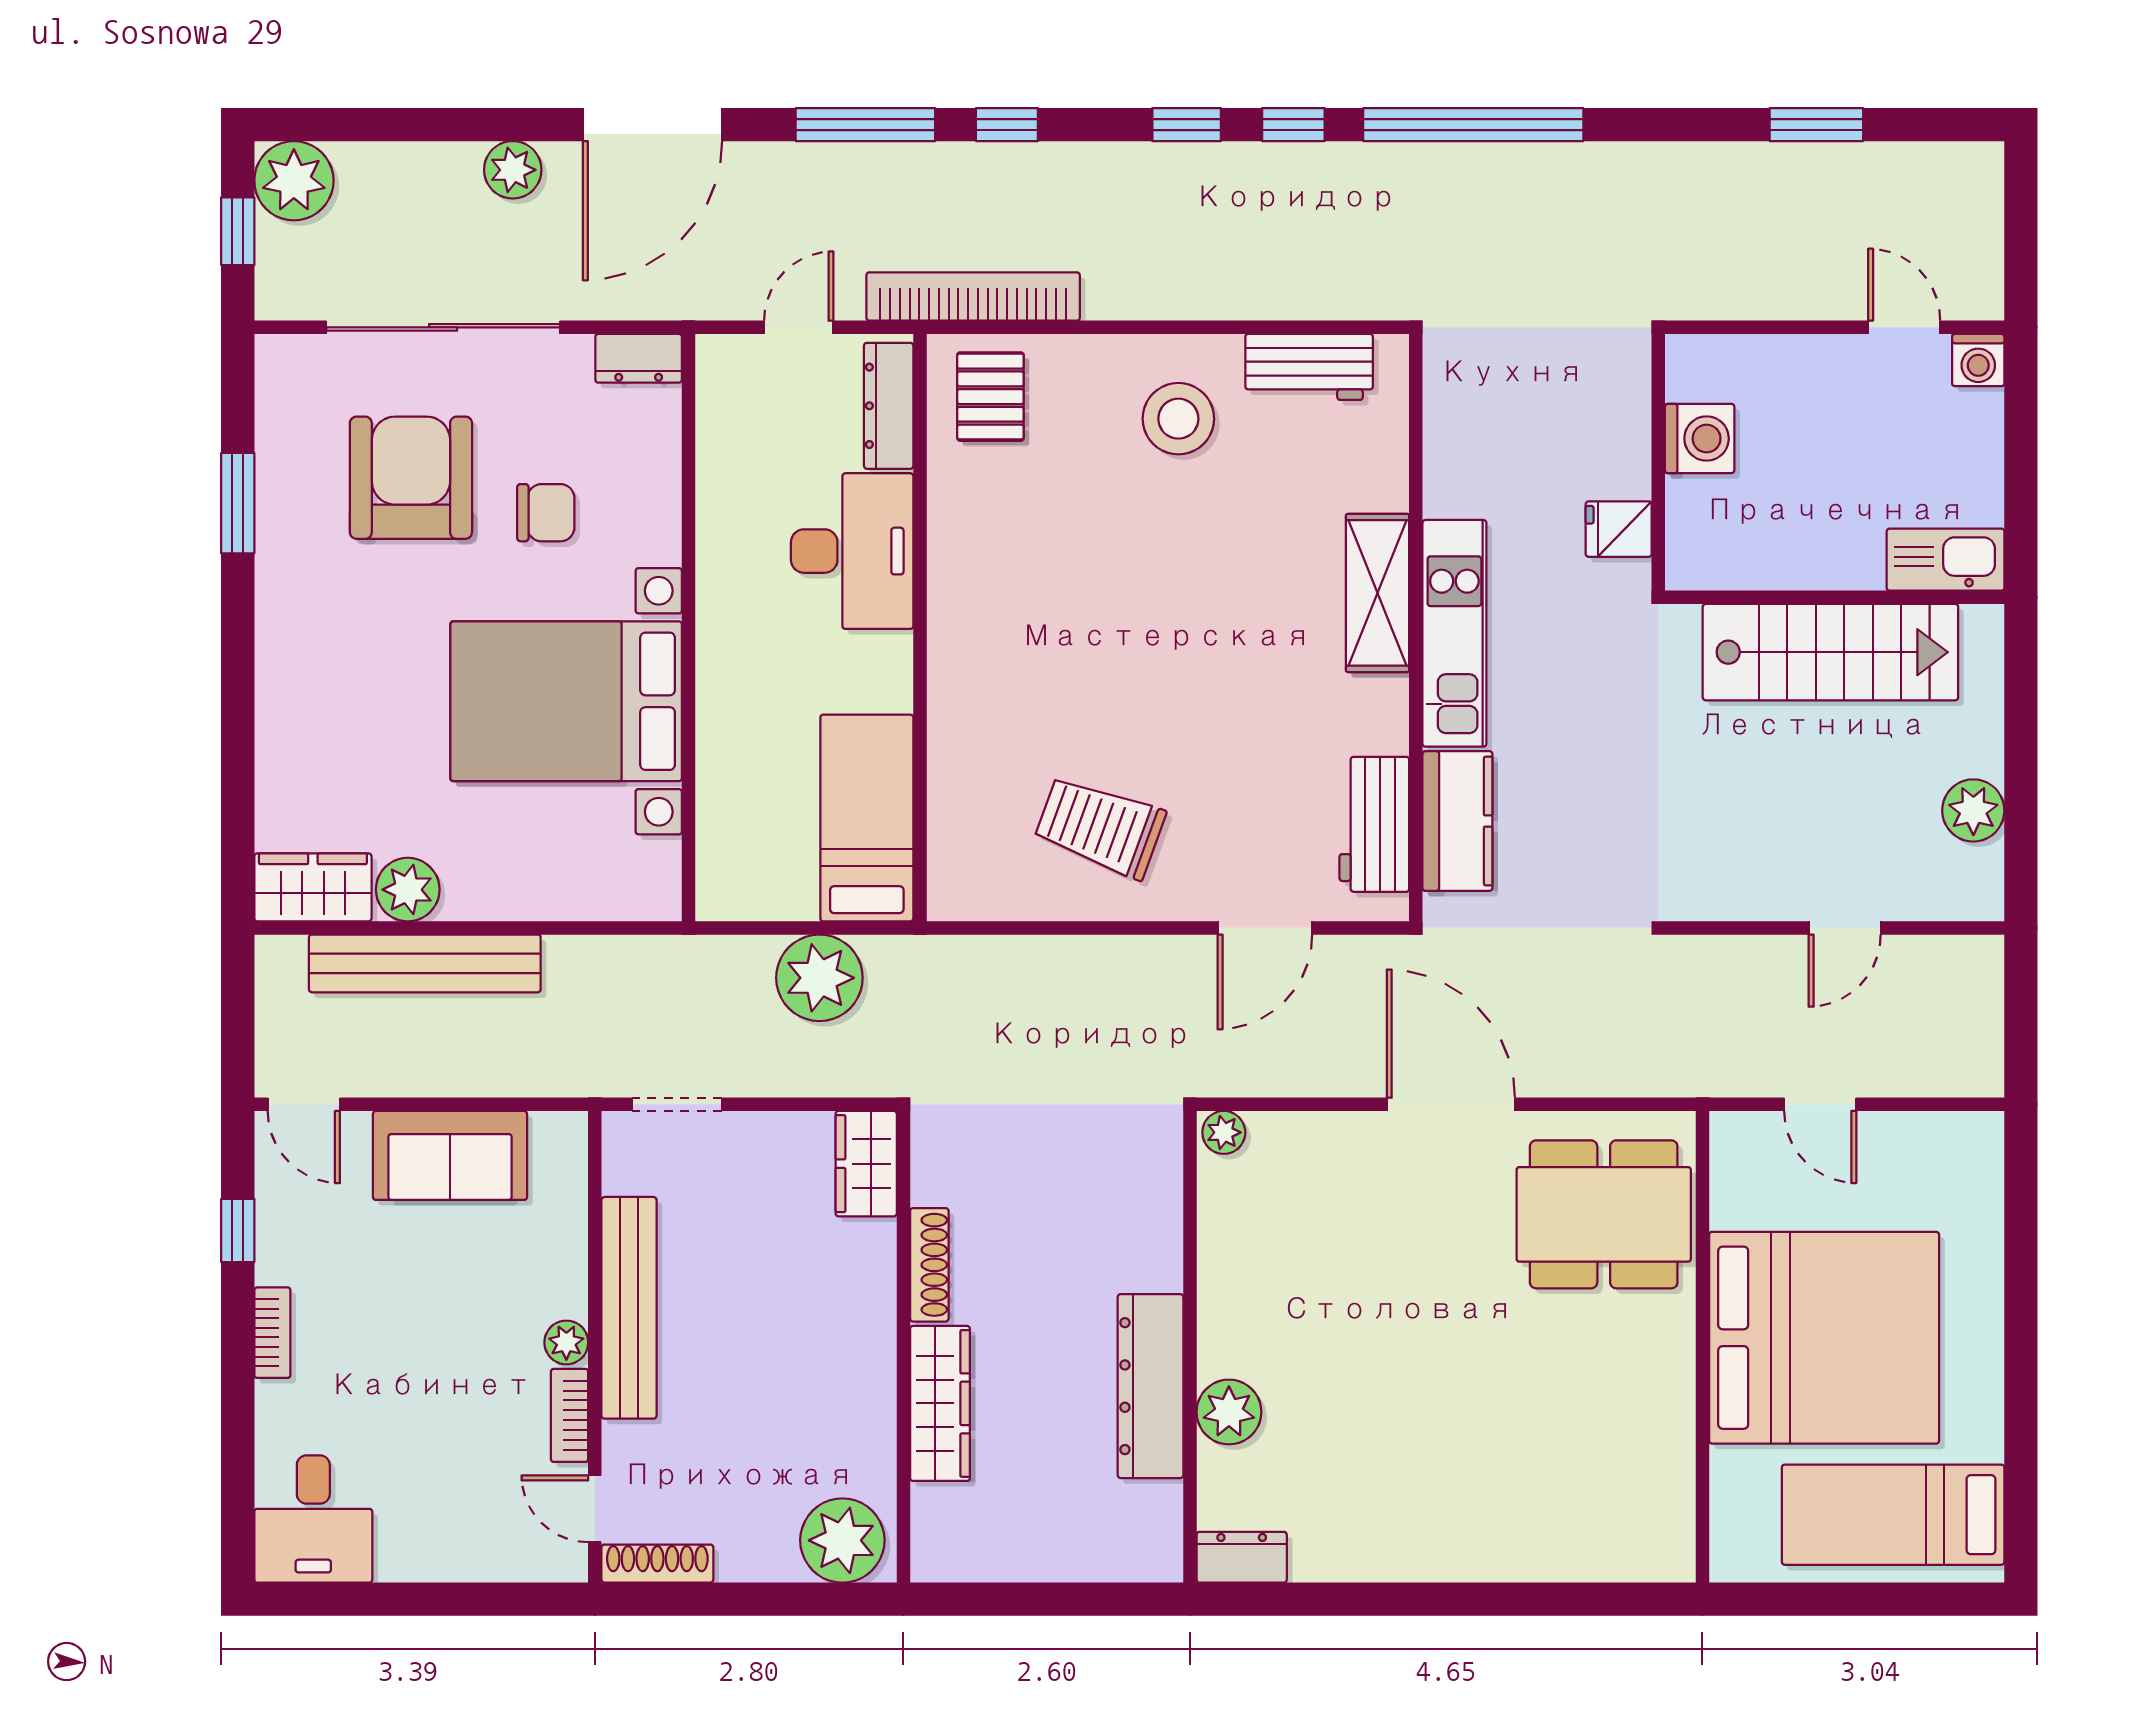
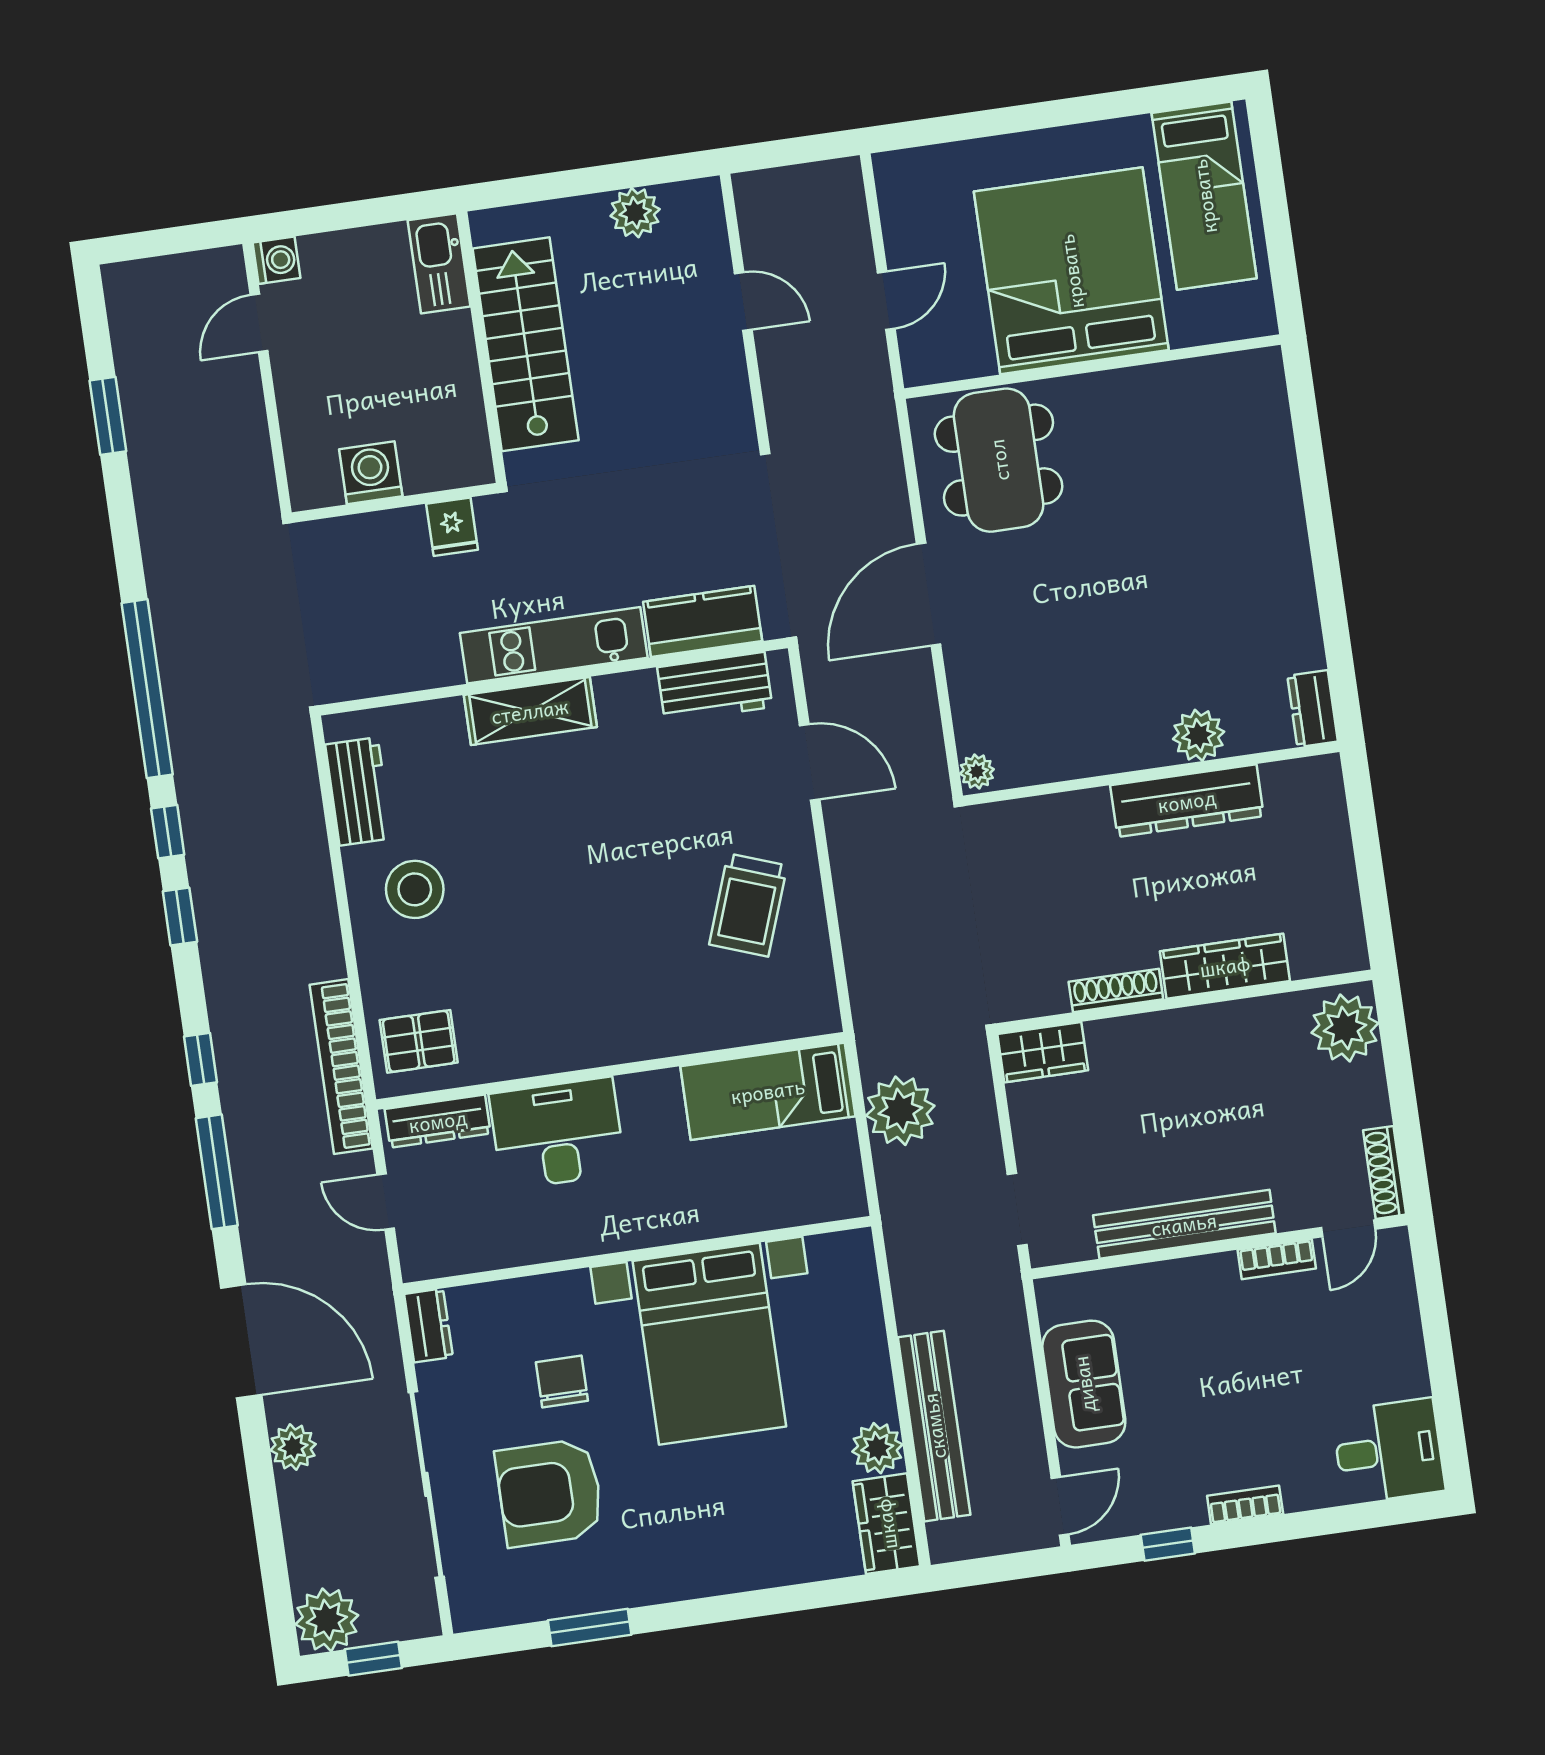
plant: (566, 1342) -> (1219, 1270), removed

